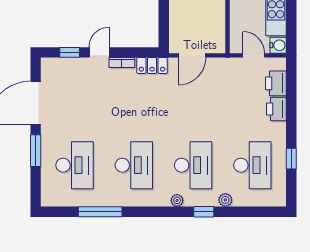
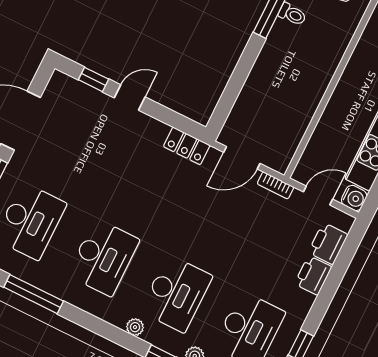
door: (254, 55) -> (318, 196), hinge flipped
bookcase: (122, 62) -> (276, 185), moved

